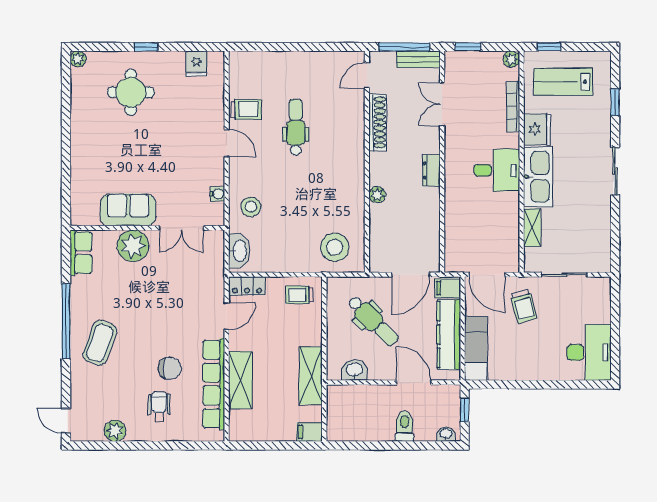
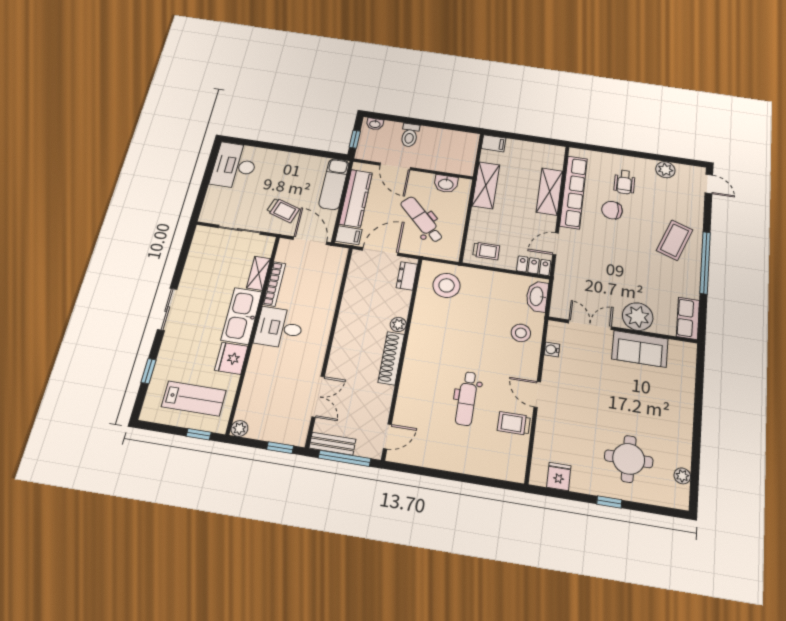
plant: (78, 59) -> (682, 476), moved
bookcase: (513, 106) -> (274, 284), moved
shoe rack: (378, 122) -> (391, 358), moved
dresser: (431, 170) -> (407, 276), moved, turned 180
trolley: (524, 306) -> (283, 210), turned 123

